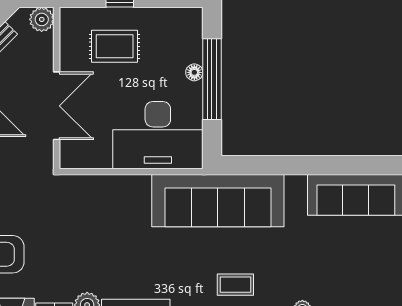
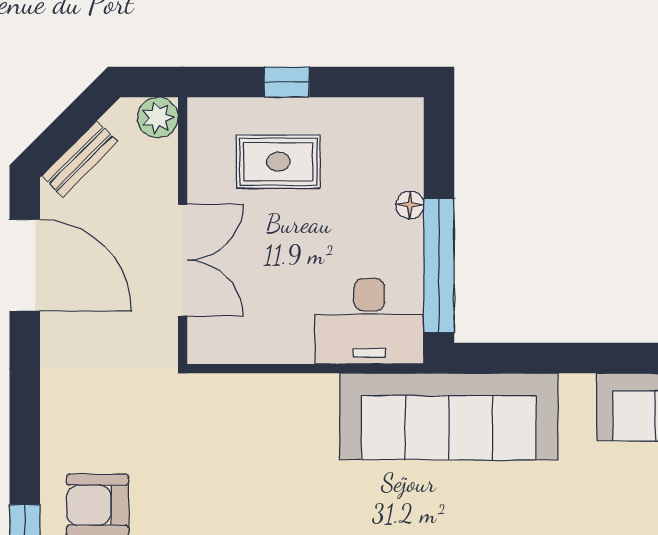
window: (212, 79) -> (439, 265), moved
desk: (158, 135) -> (369, 321), width x0.73, depth x0.77

